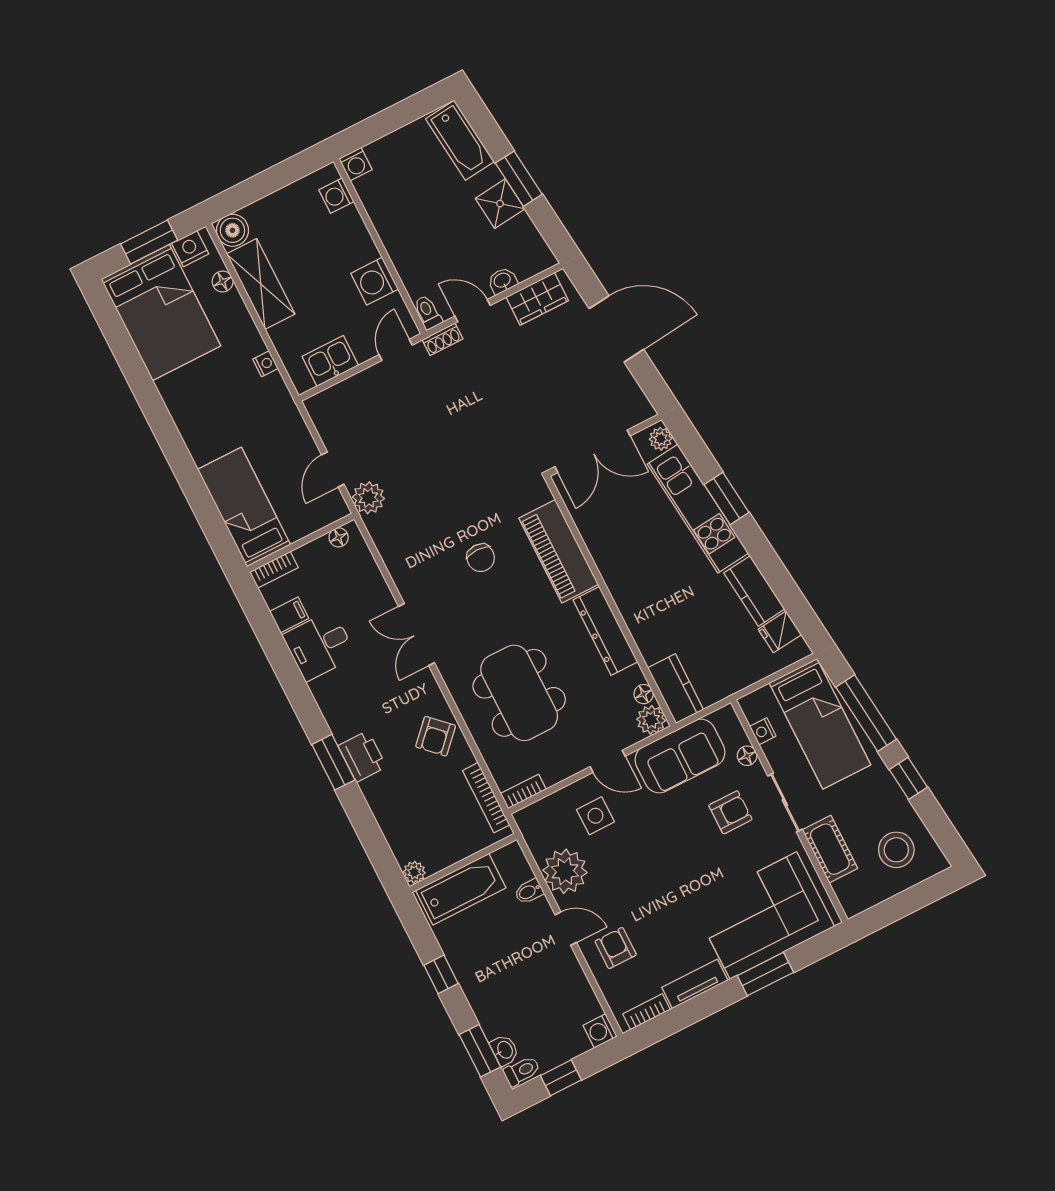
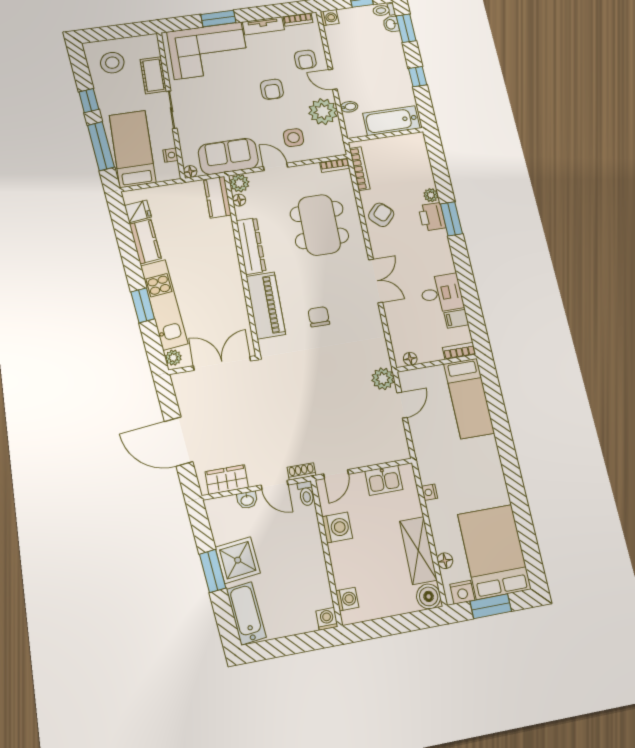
shower: (500, 204) -> (238, 560), width x1.36, depth x1.36
floor lamp: (747, 756) -> (190, 172), moved
armchair: (730, 812) -> (272, 89), moved, turned -90
plant: (414, 872) -> (431, 195), moved

